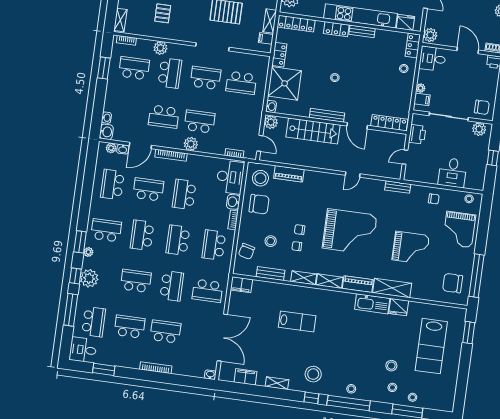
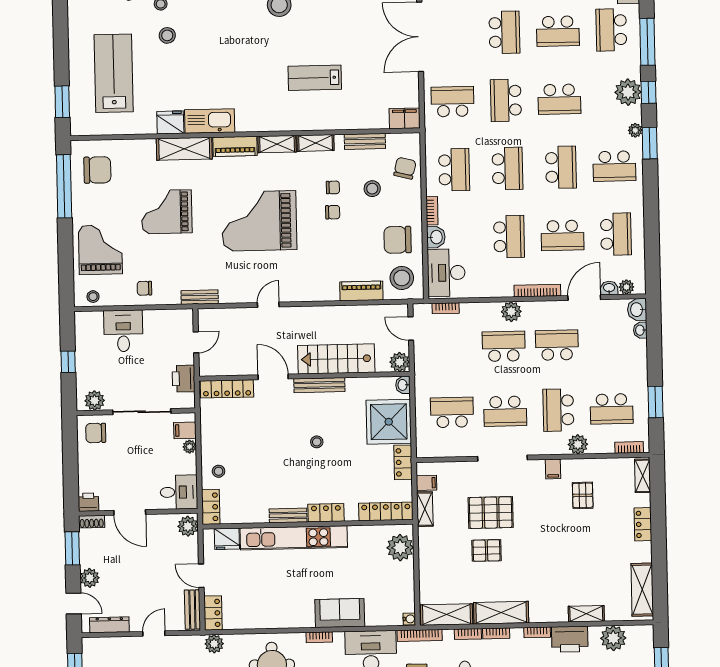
filing cabinet: (180, 34) -> (553, 469), added
school desk: (200, 122) -> (504, 346), turned 180
school desk: (165, 332) -> (504, 32), turned -90

